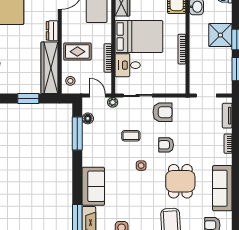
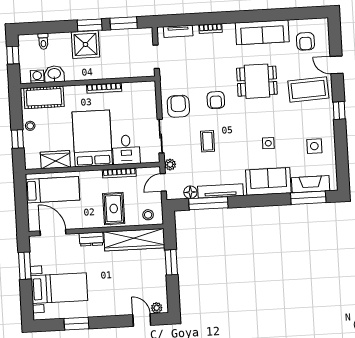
tv unit: (87, 144) -> (220, 191), added
side table: (141, 166) -> (268, 143), moved

